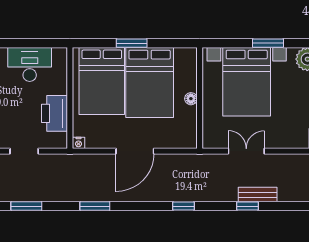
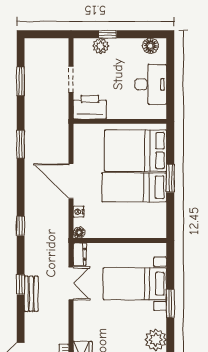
bed: (150, 82) -> (134, 187), width x0.67
bed with nightstands: (247, 82) -> (135, 284), width x0.73
floor lamp: (191, 99) -> (79, 233), moved
printer: (55, 113) -> (90, 107), moved
dresser: (214, 142) -> (80, 254), added
nightstand: (78, 143) -> (79, 212), moved

